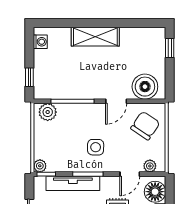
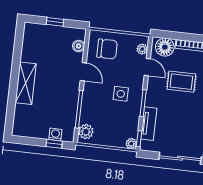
washing machine: (40, 42) -> (55, 134), moved
window: (170, 48) -> (55, 22), moved
boiler: (145, 87) -> (79, 46), width x0.54, depth x0.54
chair: (145, 126) -> (107, 49), turned 146
tv unit: (73, 183) -> (149, 124), width x0.71

